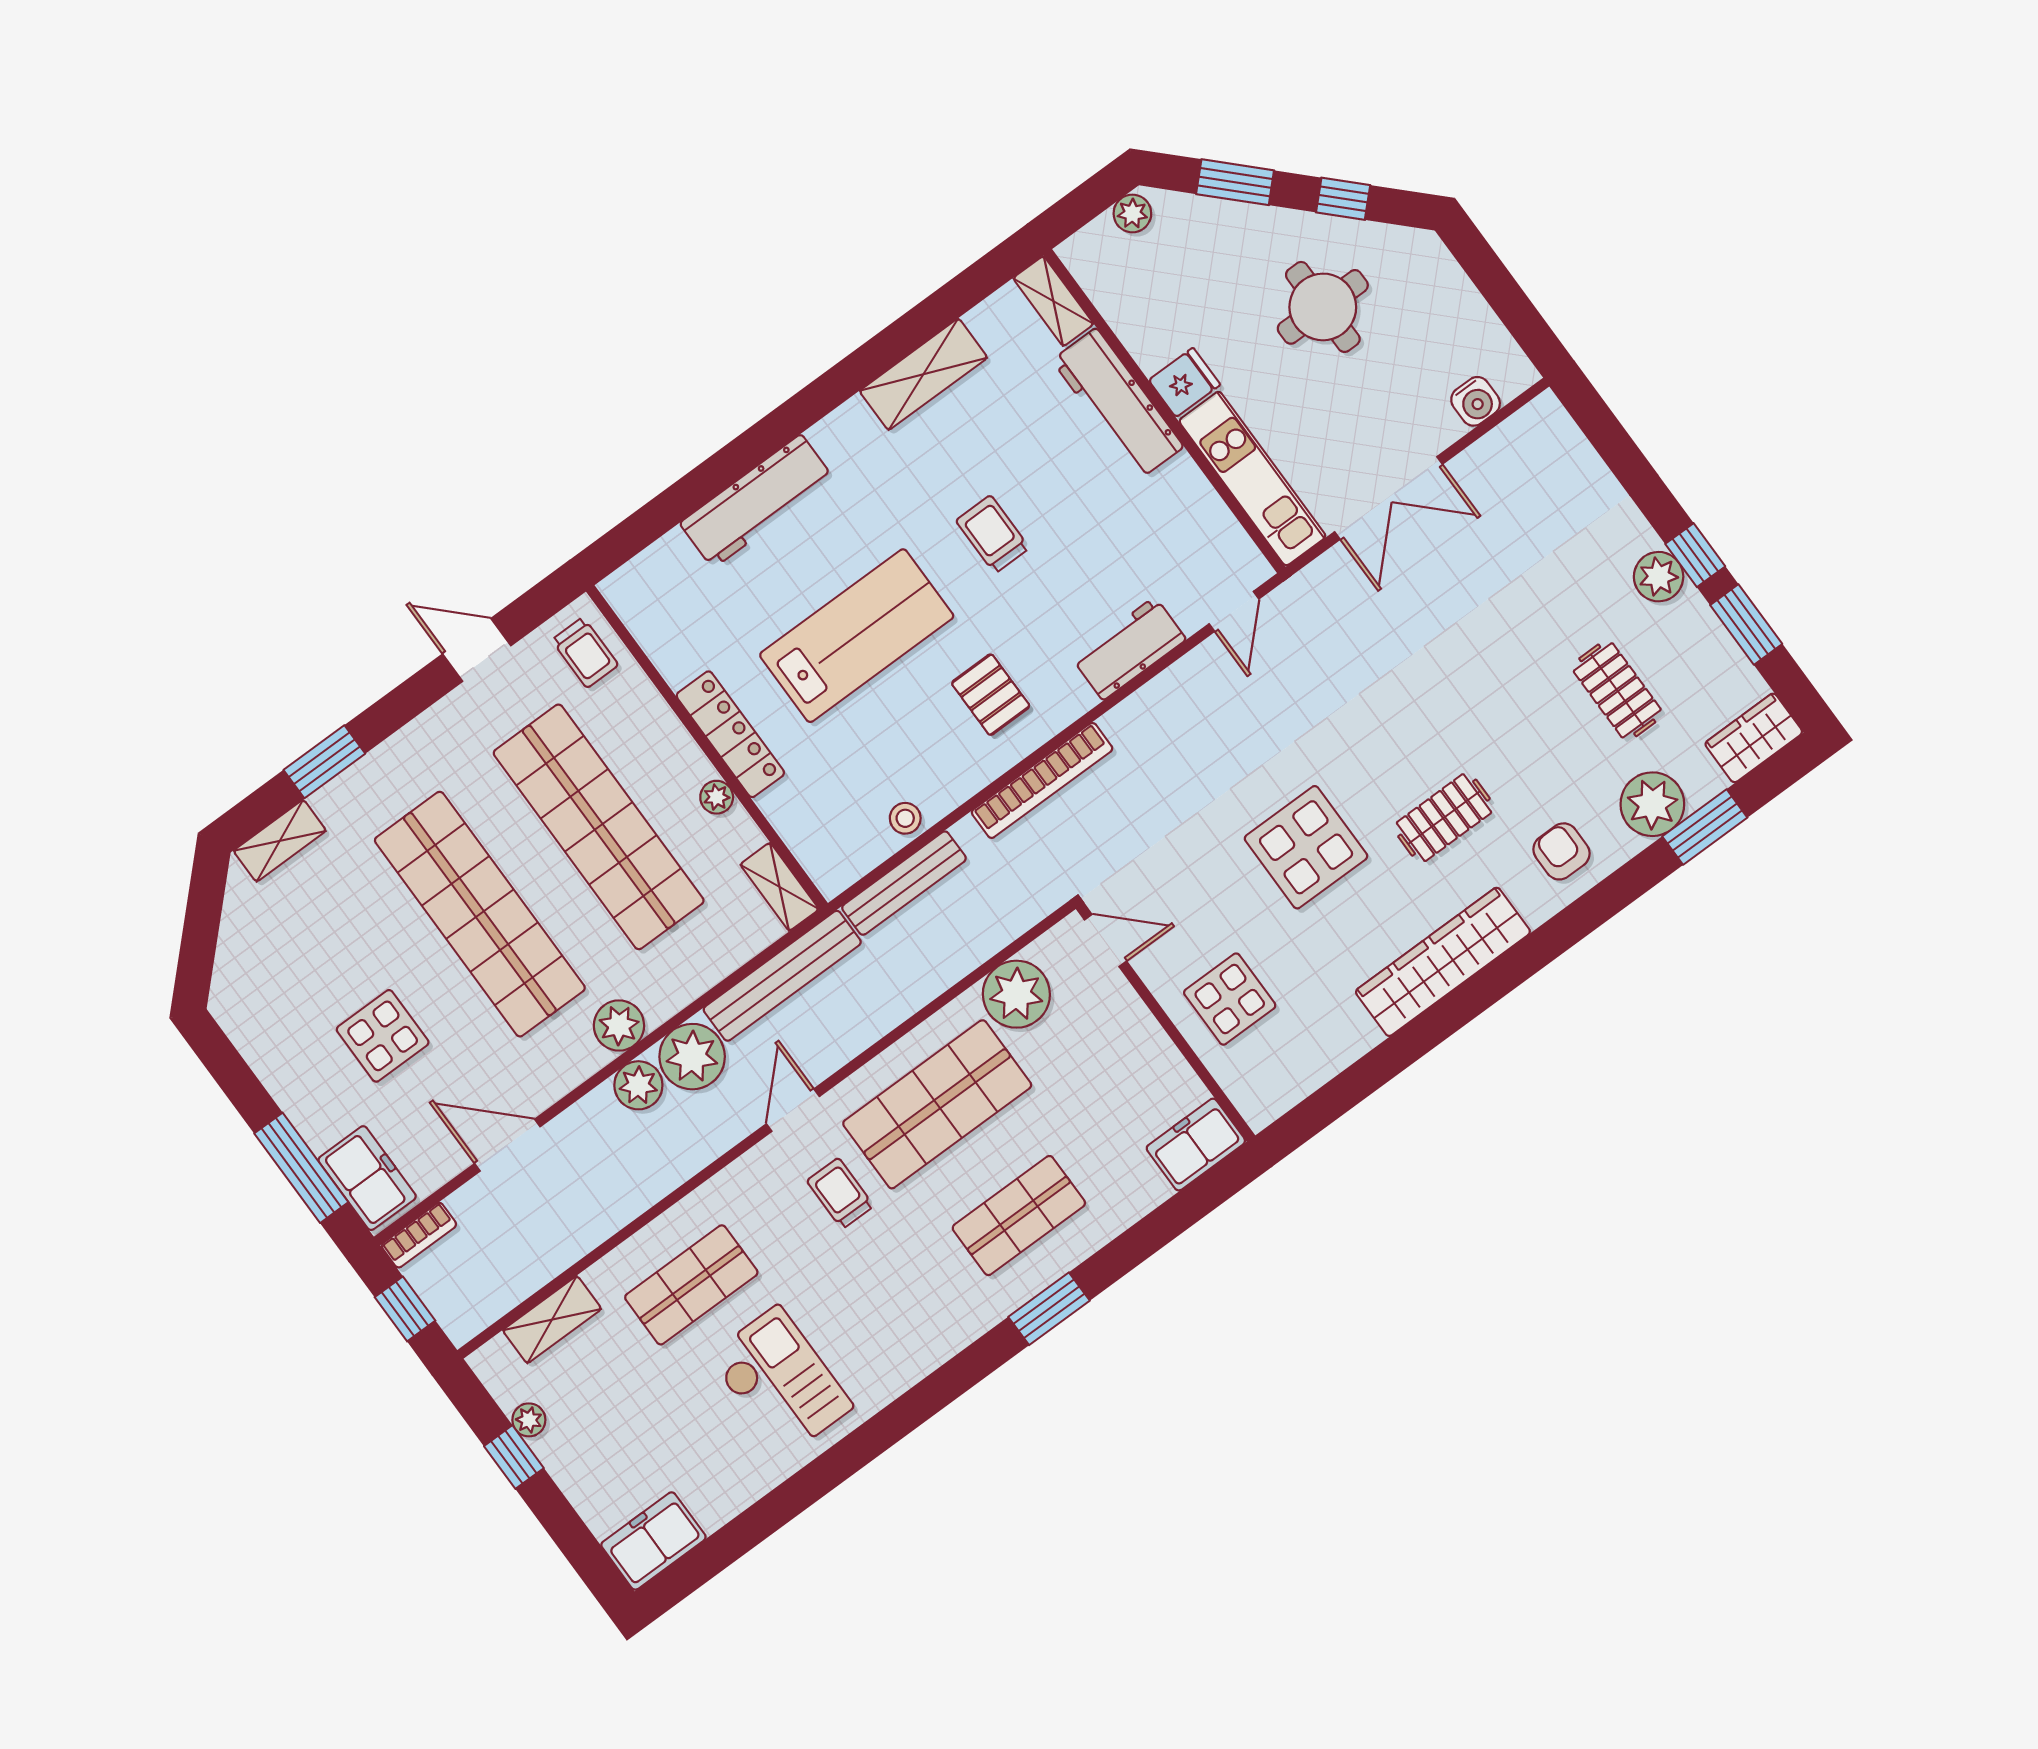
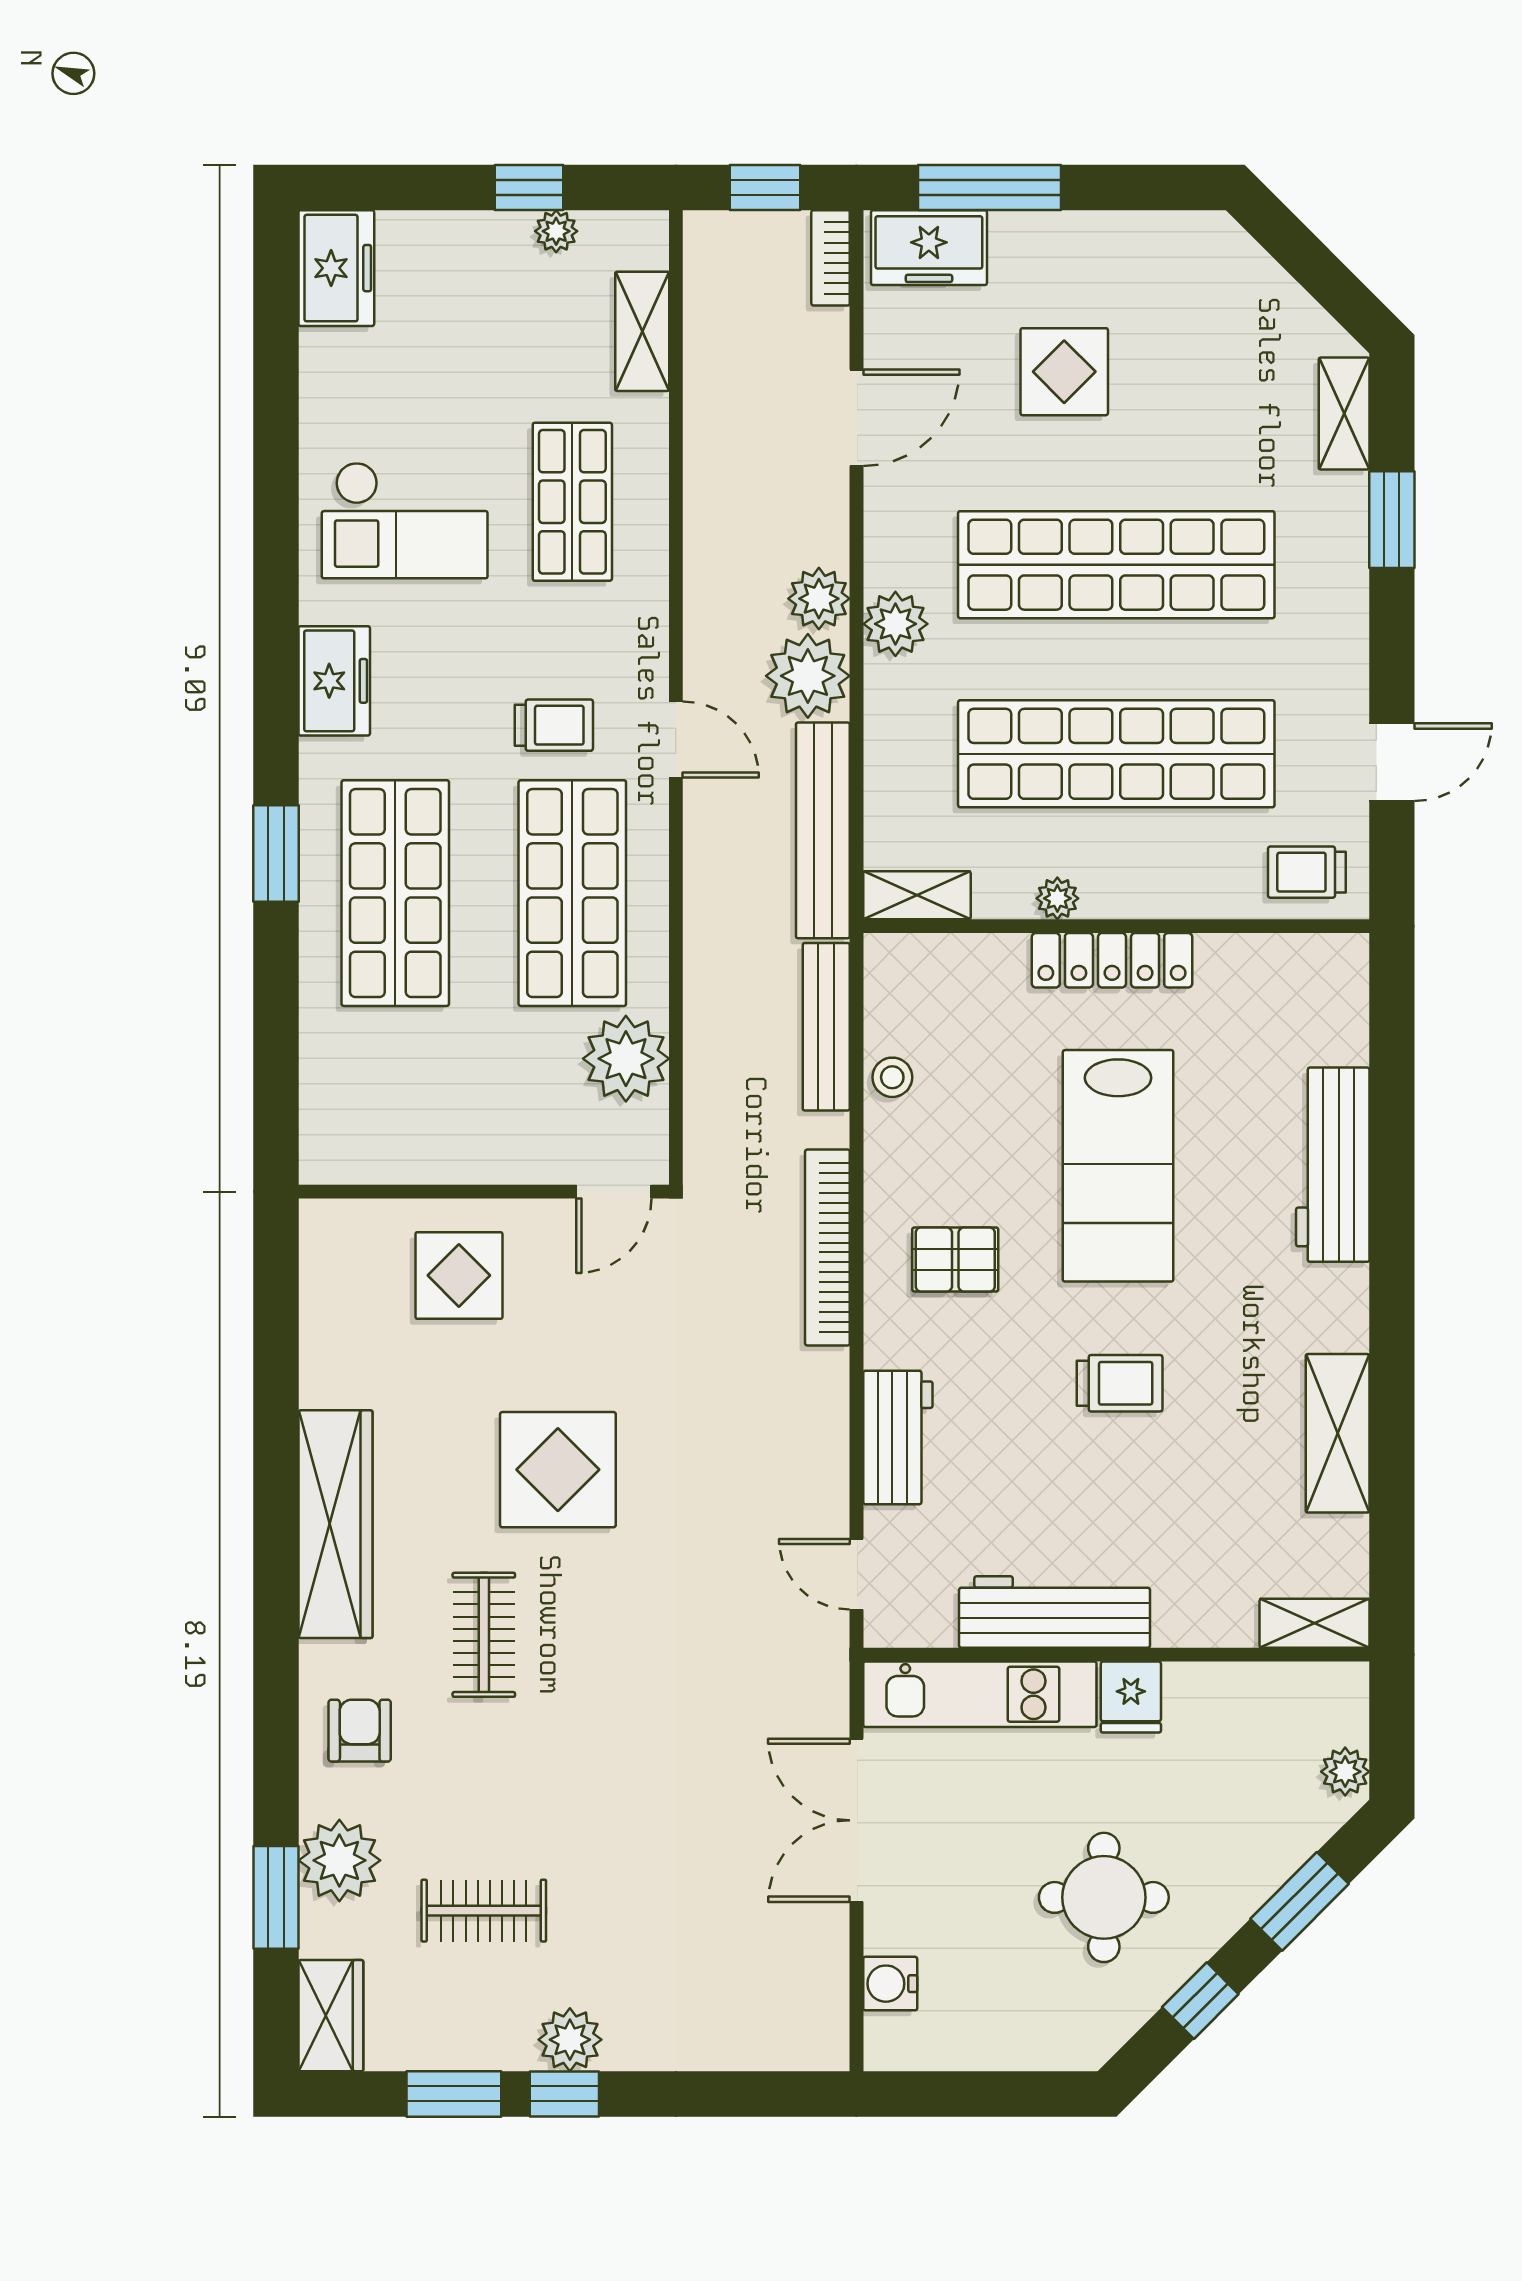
workbench: (1118, 403) -> (1055, 1612), moved
armchair: (1561, 851) -> (360, 1731), turned -90
freezer: (1196, 1145) -> (334, 681), moved
shop shelf: (1019, 1216) -> (395, 893), width x1.43, depth x1.36

